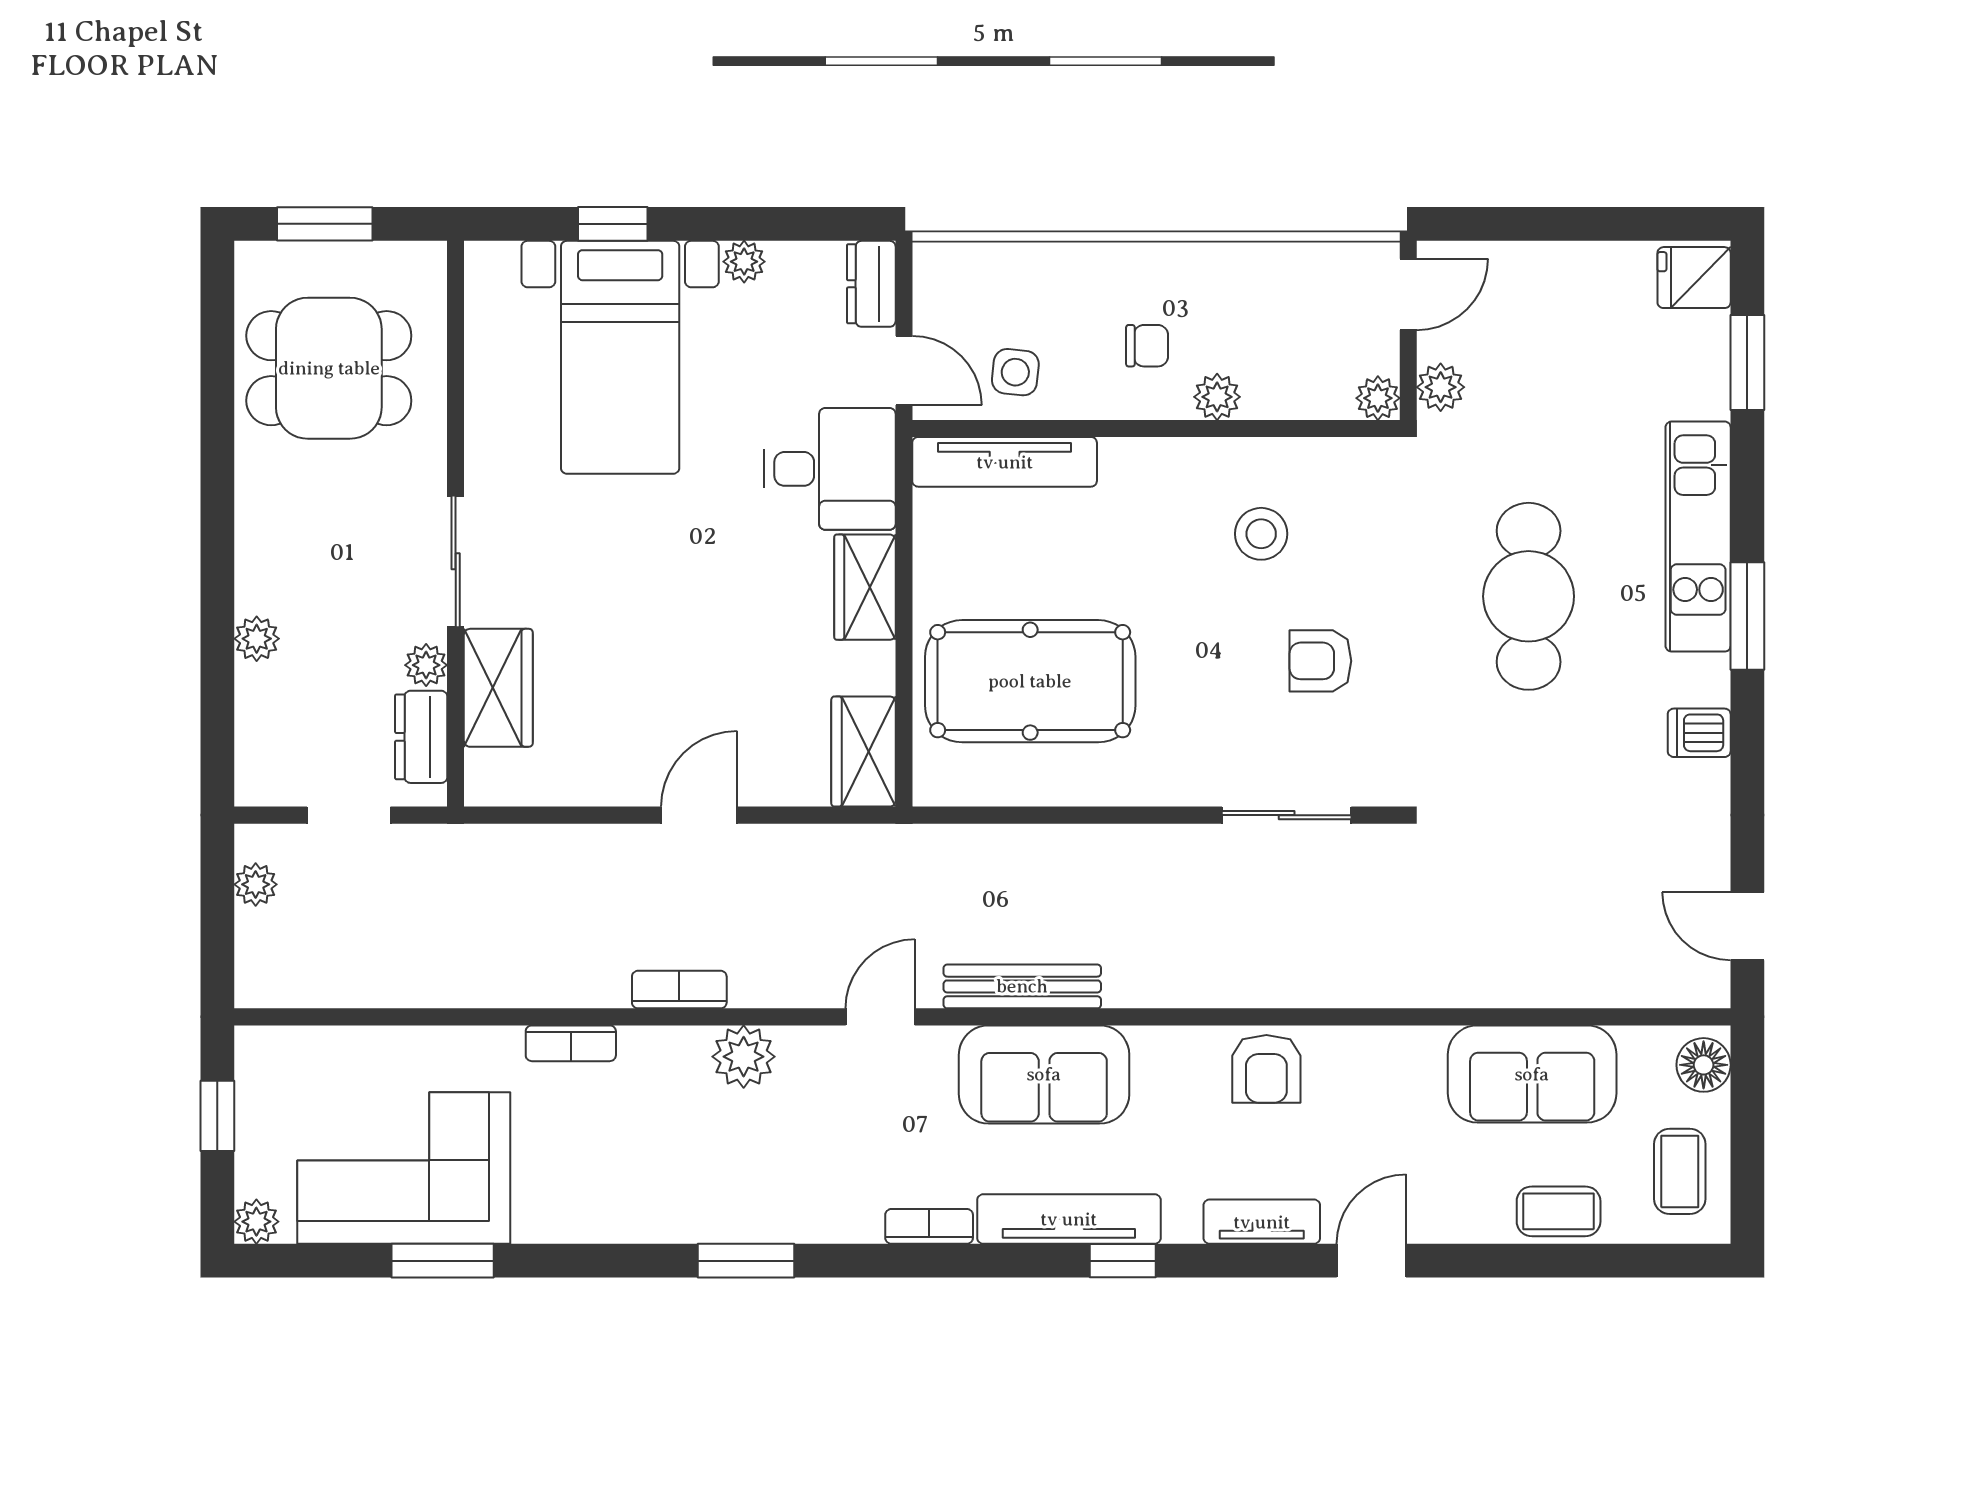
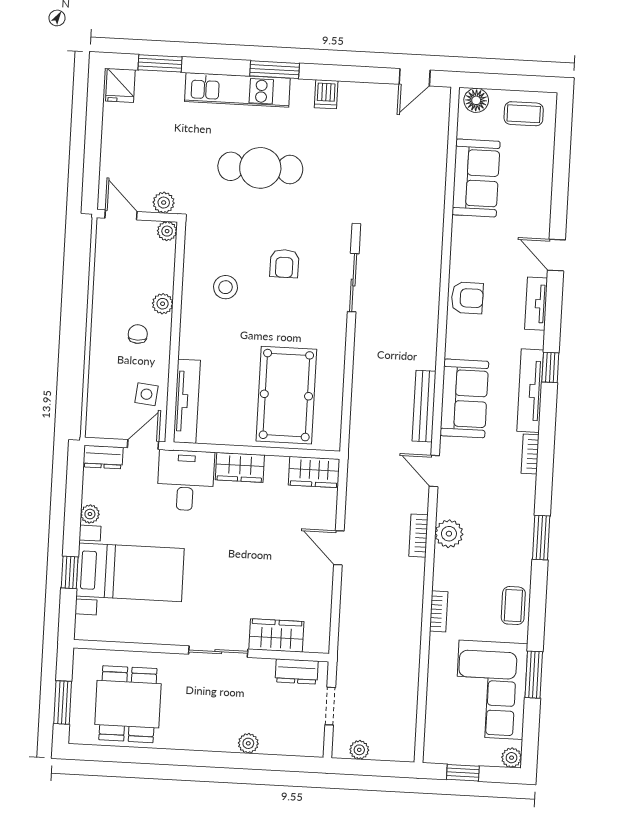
plant: (426, 665) -> (264, 667), removed
bookcase: (679, 990) -> (418, 536), moved
coffee table: (1559, 1211) -> (513, 606), moved

